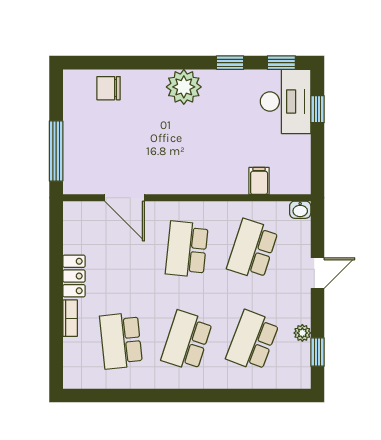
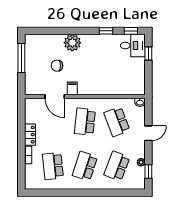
plant: (184, 87) -> (72, 43), moved
chair: (109, 88) -> (57, 66), moved
desk: (286, 101) -> (133, 46), width x0.73
window: (56, 151) -> (21, 58), moved
filing cabinet: (259, 181) -> (72, 88), moved
school desk: (253, 249) -> (117, 122), turned -39

